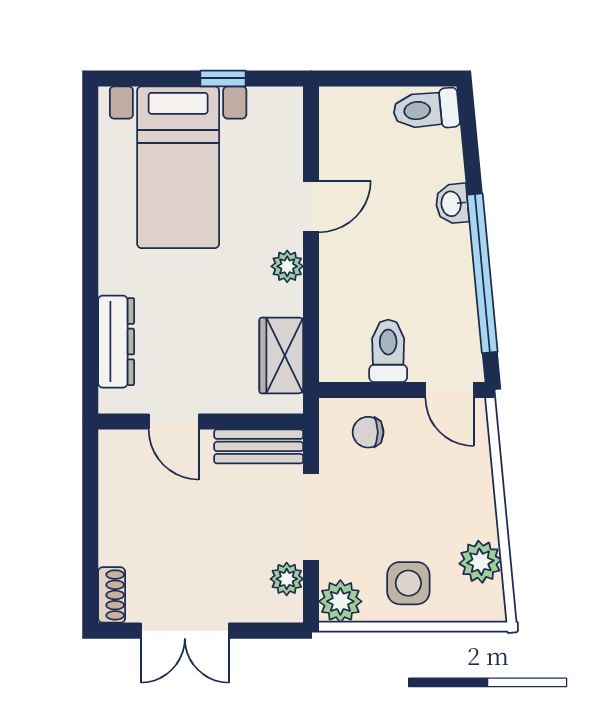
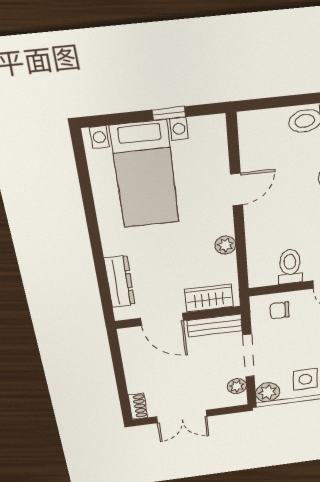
plant: (287, 266) -> (225, 245), moved
wardrobe: (281, 355) -> (209, 298), moved, turned 90
door: (174, 422) -> (162, 319), width x1.38

